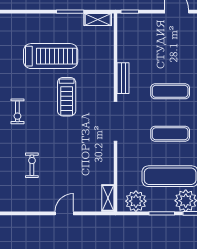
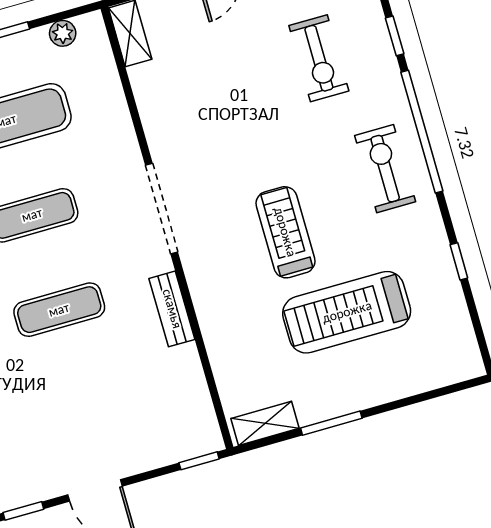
exercise bike: (17, 111) -> (385, 169), width x1.38, depth x1.39
exercise bike: (32, 165) -> (319, 58), width x1.38, depth x1.39
plant: (136, 201) -> (63, 33), width x0.53, depth x0.53

